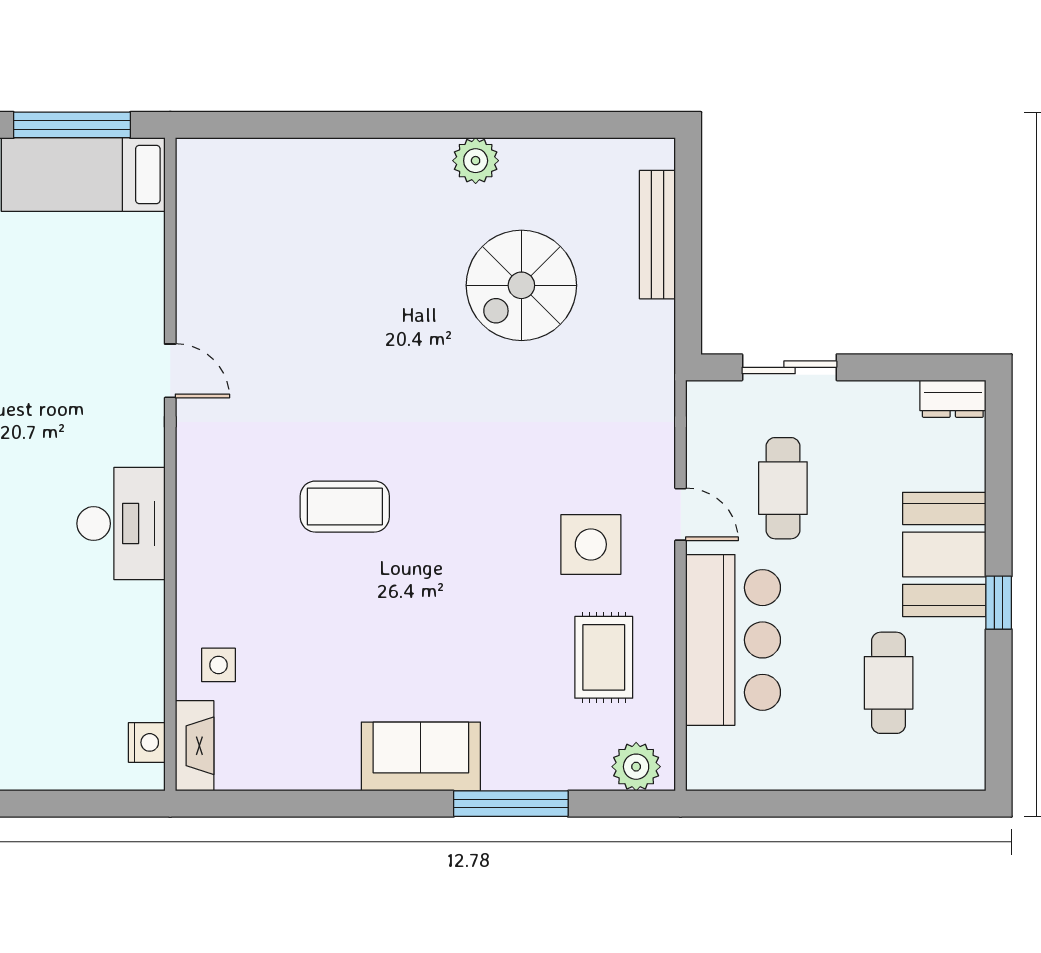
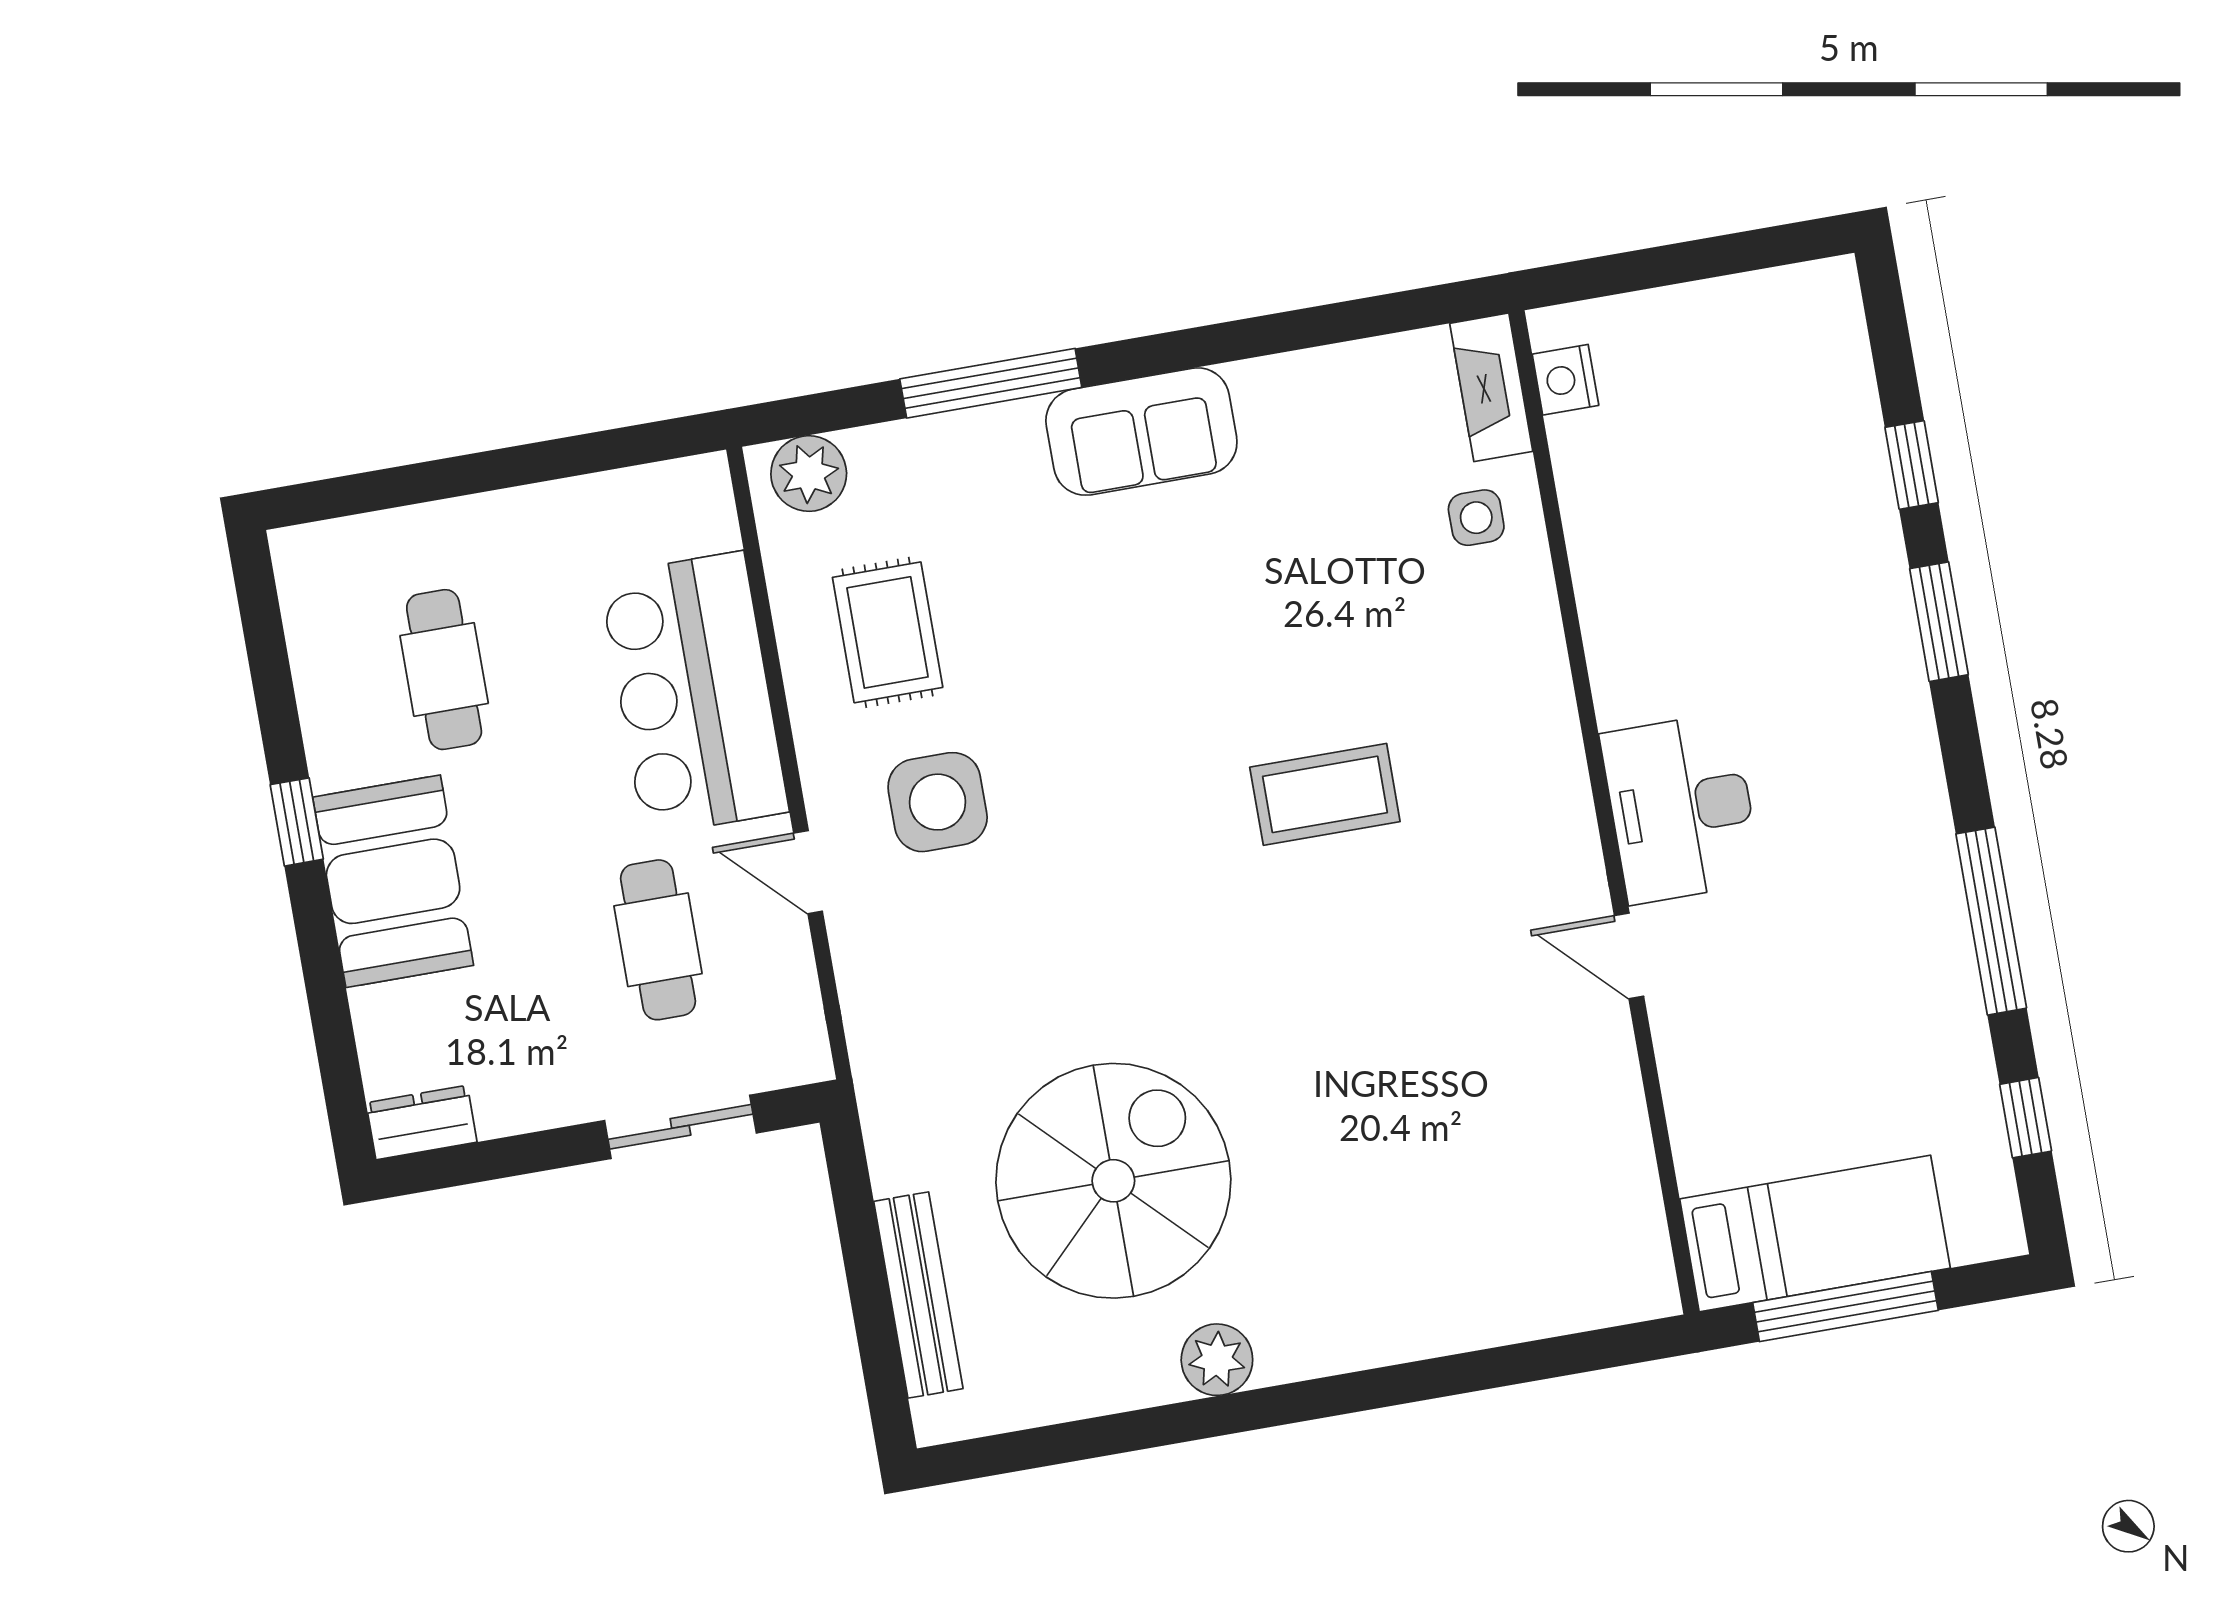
spiral stairs: (521, 285) -> (1113, 1181), width x1.37, depth x1.37
desk: (121, 524) -> (1681, 808), moved

